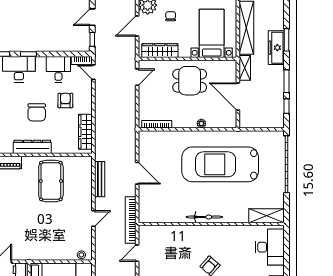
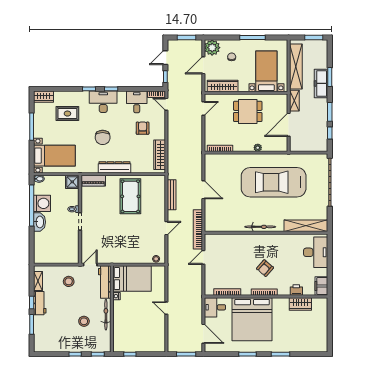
door: (238, 96) -> (289, 125), hinge flipped
chair: (37, 112) -> (103, 137), moved
shelving: (266, 216) -> (306, 226), width x1.47

